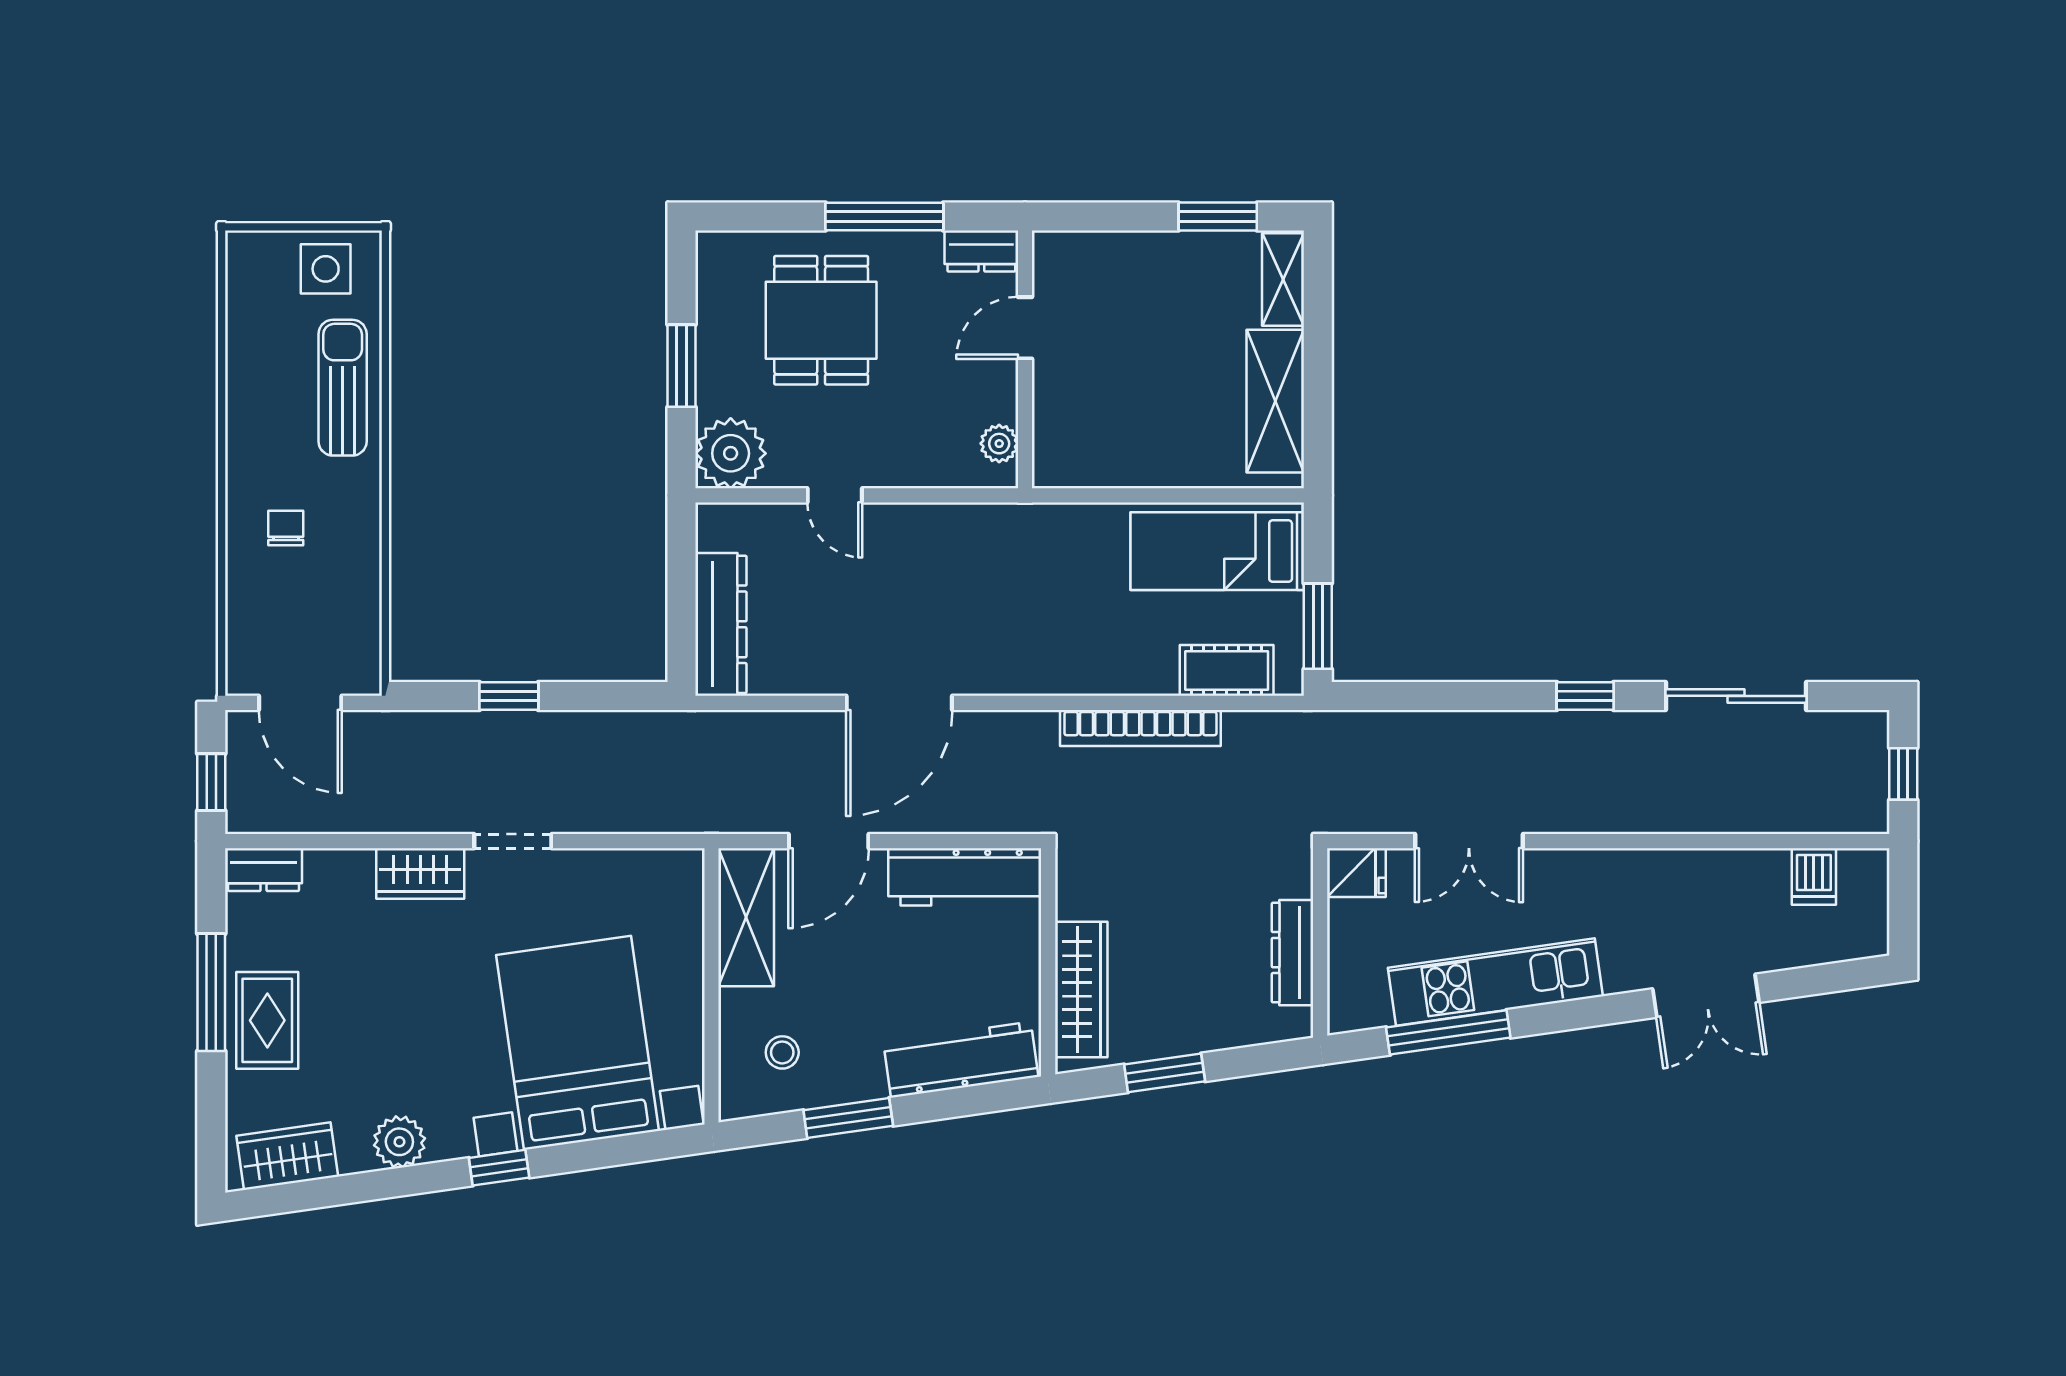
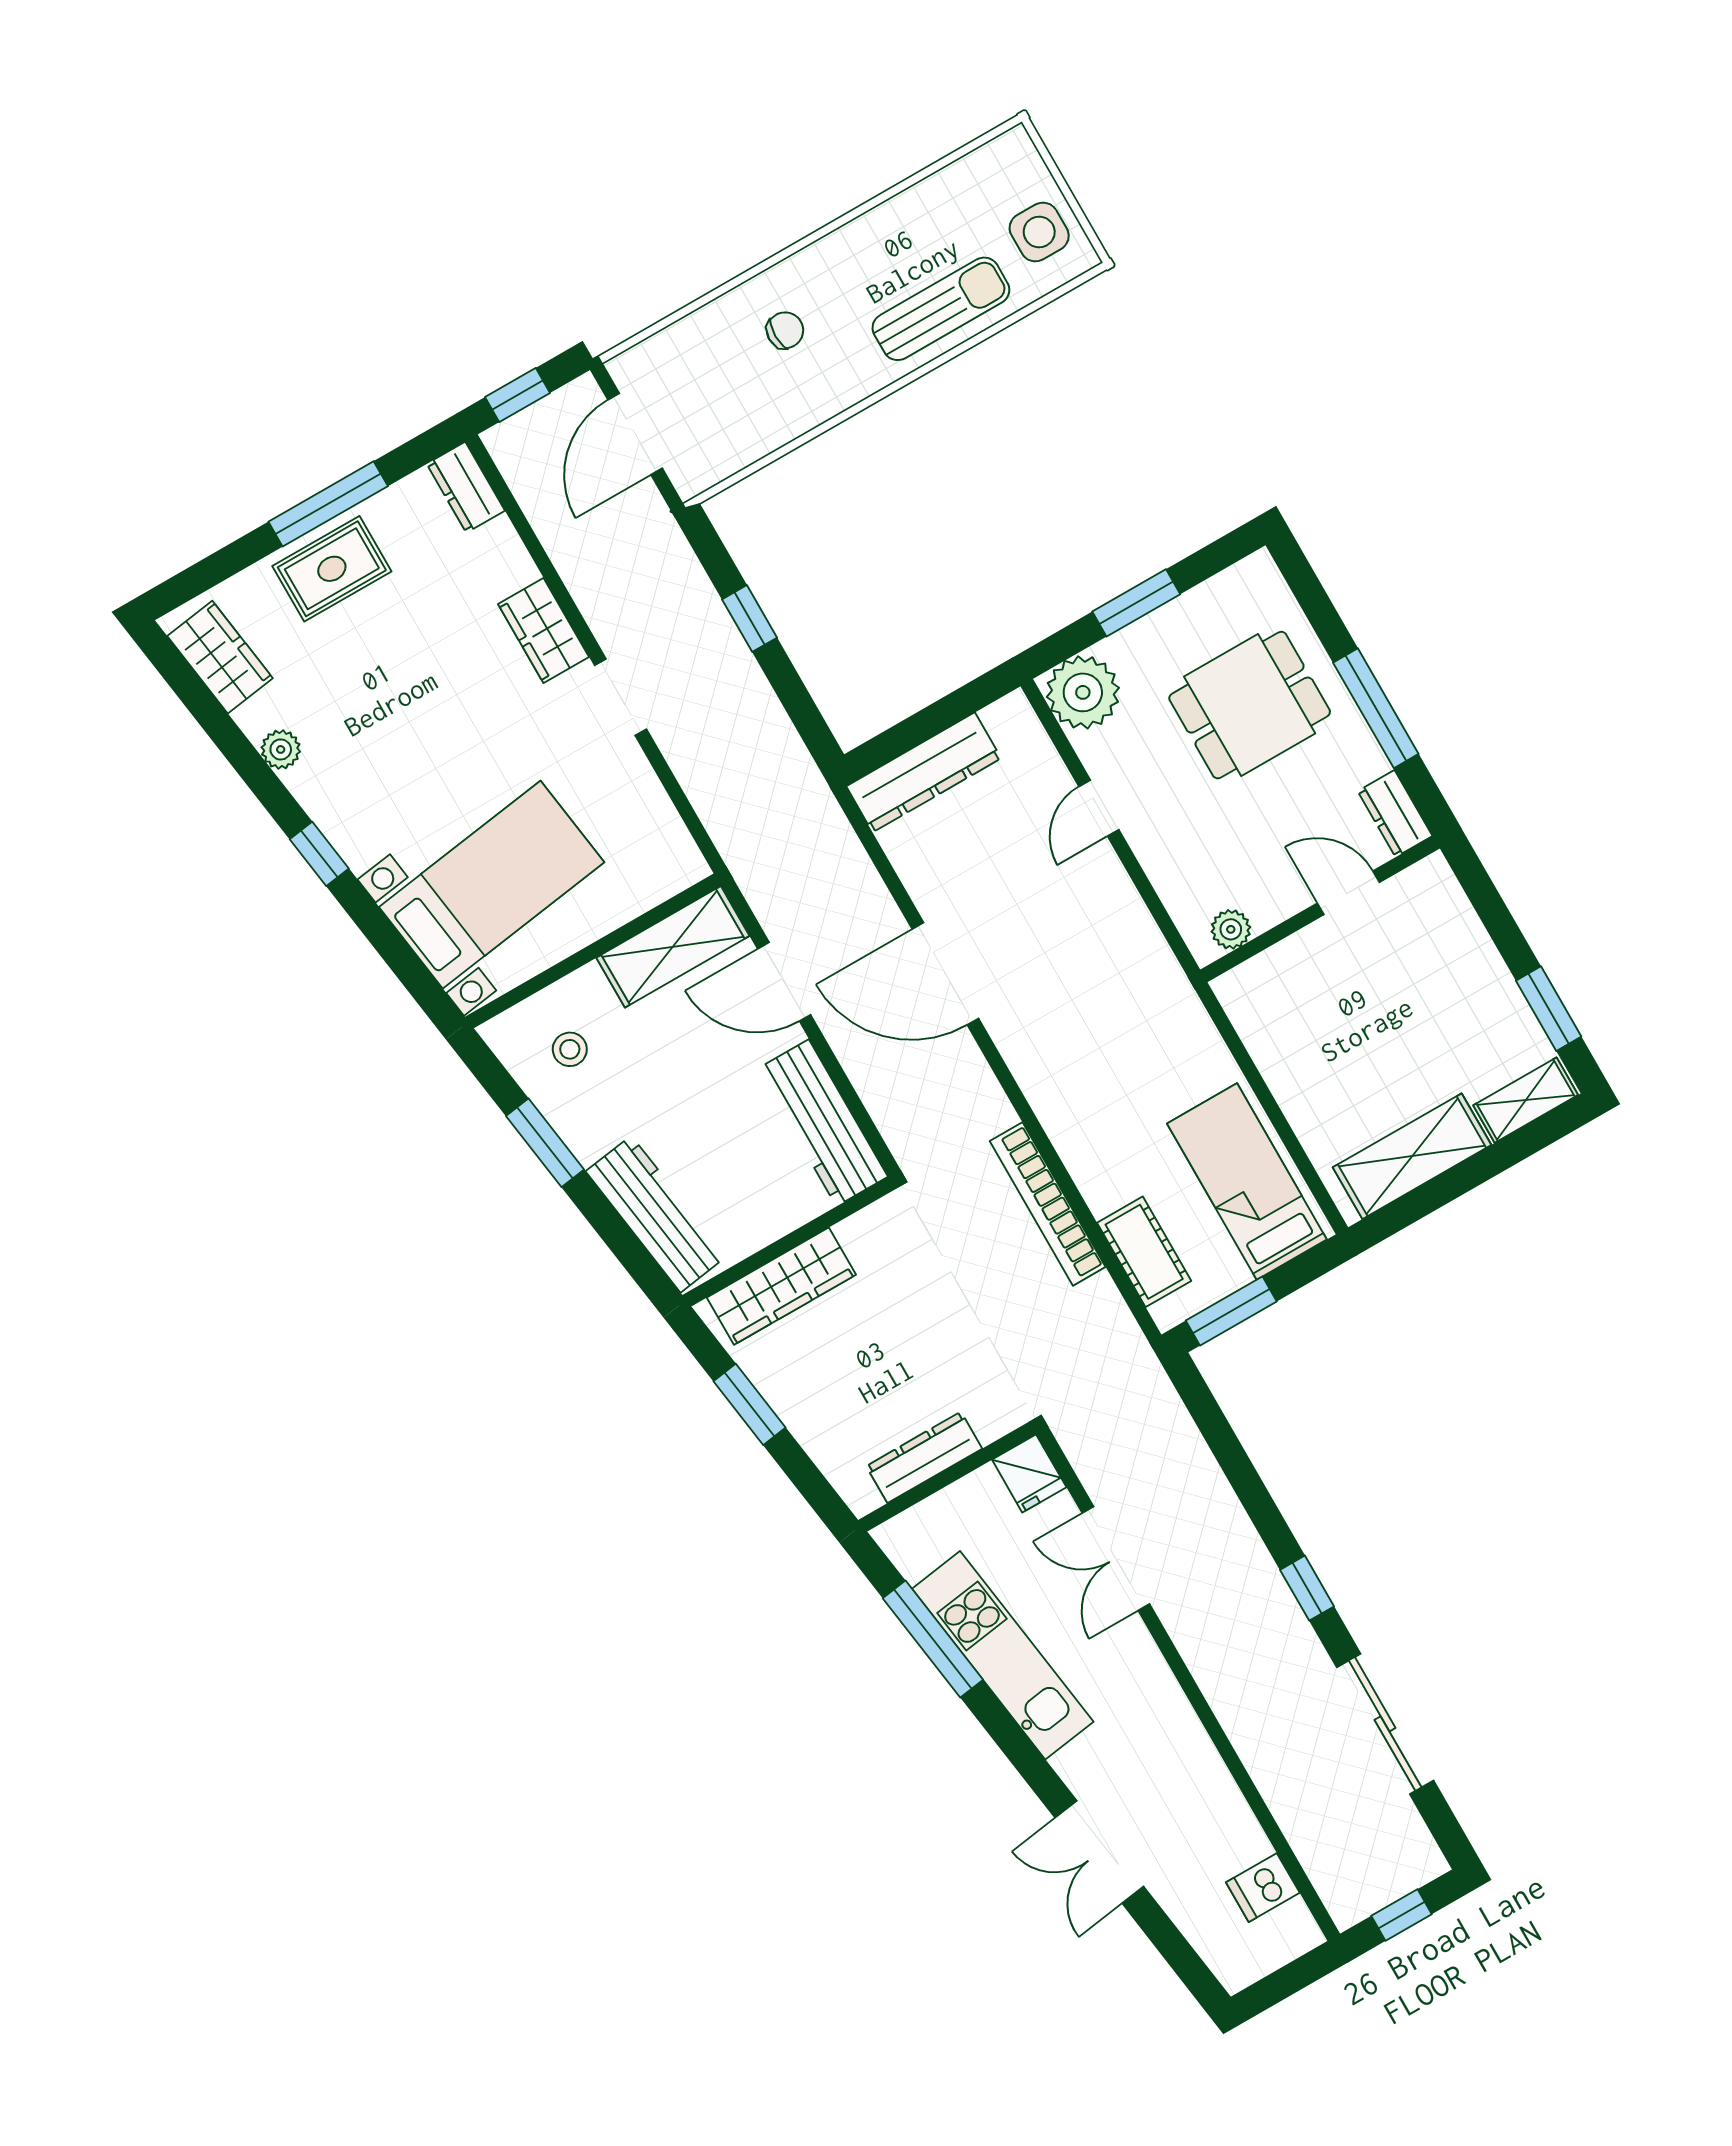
bed with nightstands: (578, 1043) -> (492, 885), width x0.73
plant: (399, 1142) -> (281, 749), width x0.73, depth x0.73

